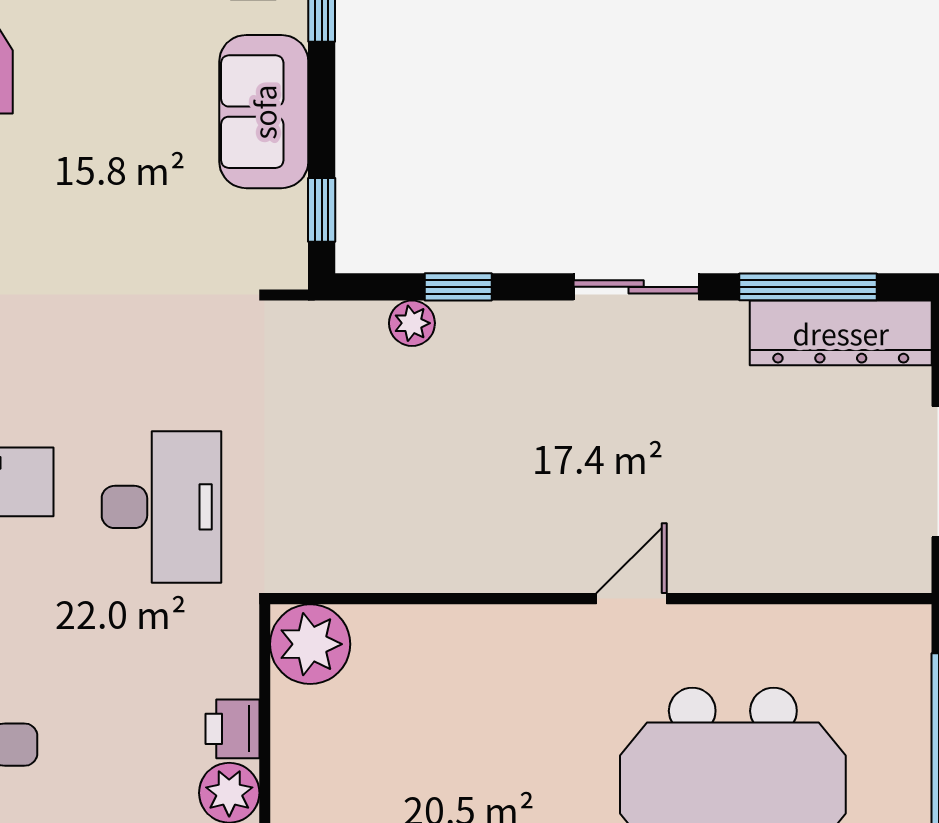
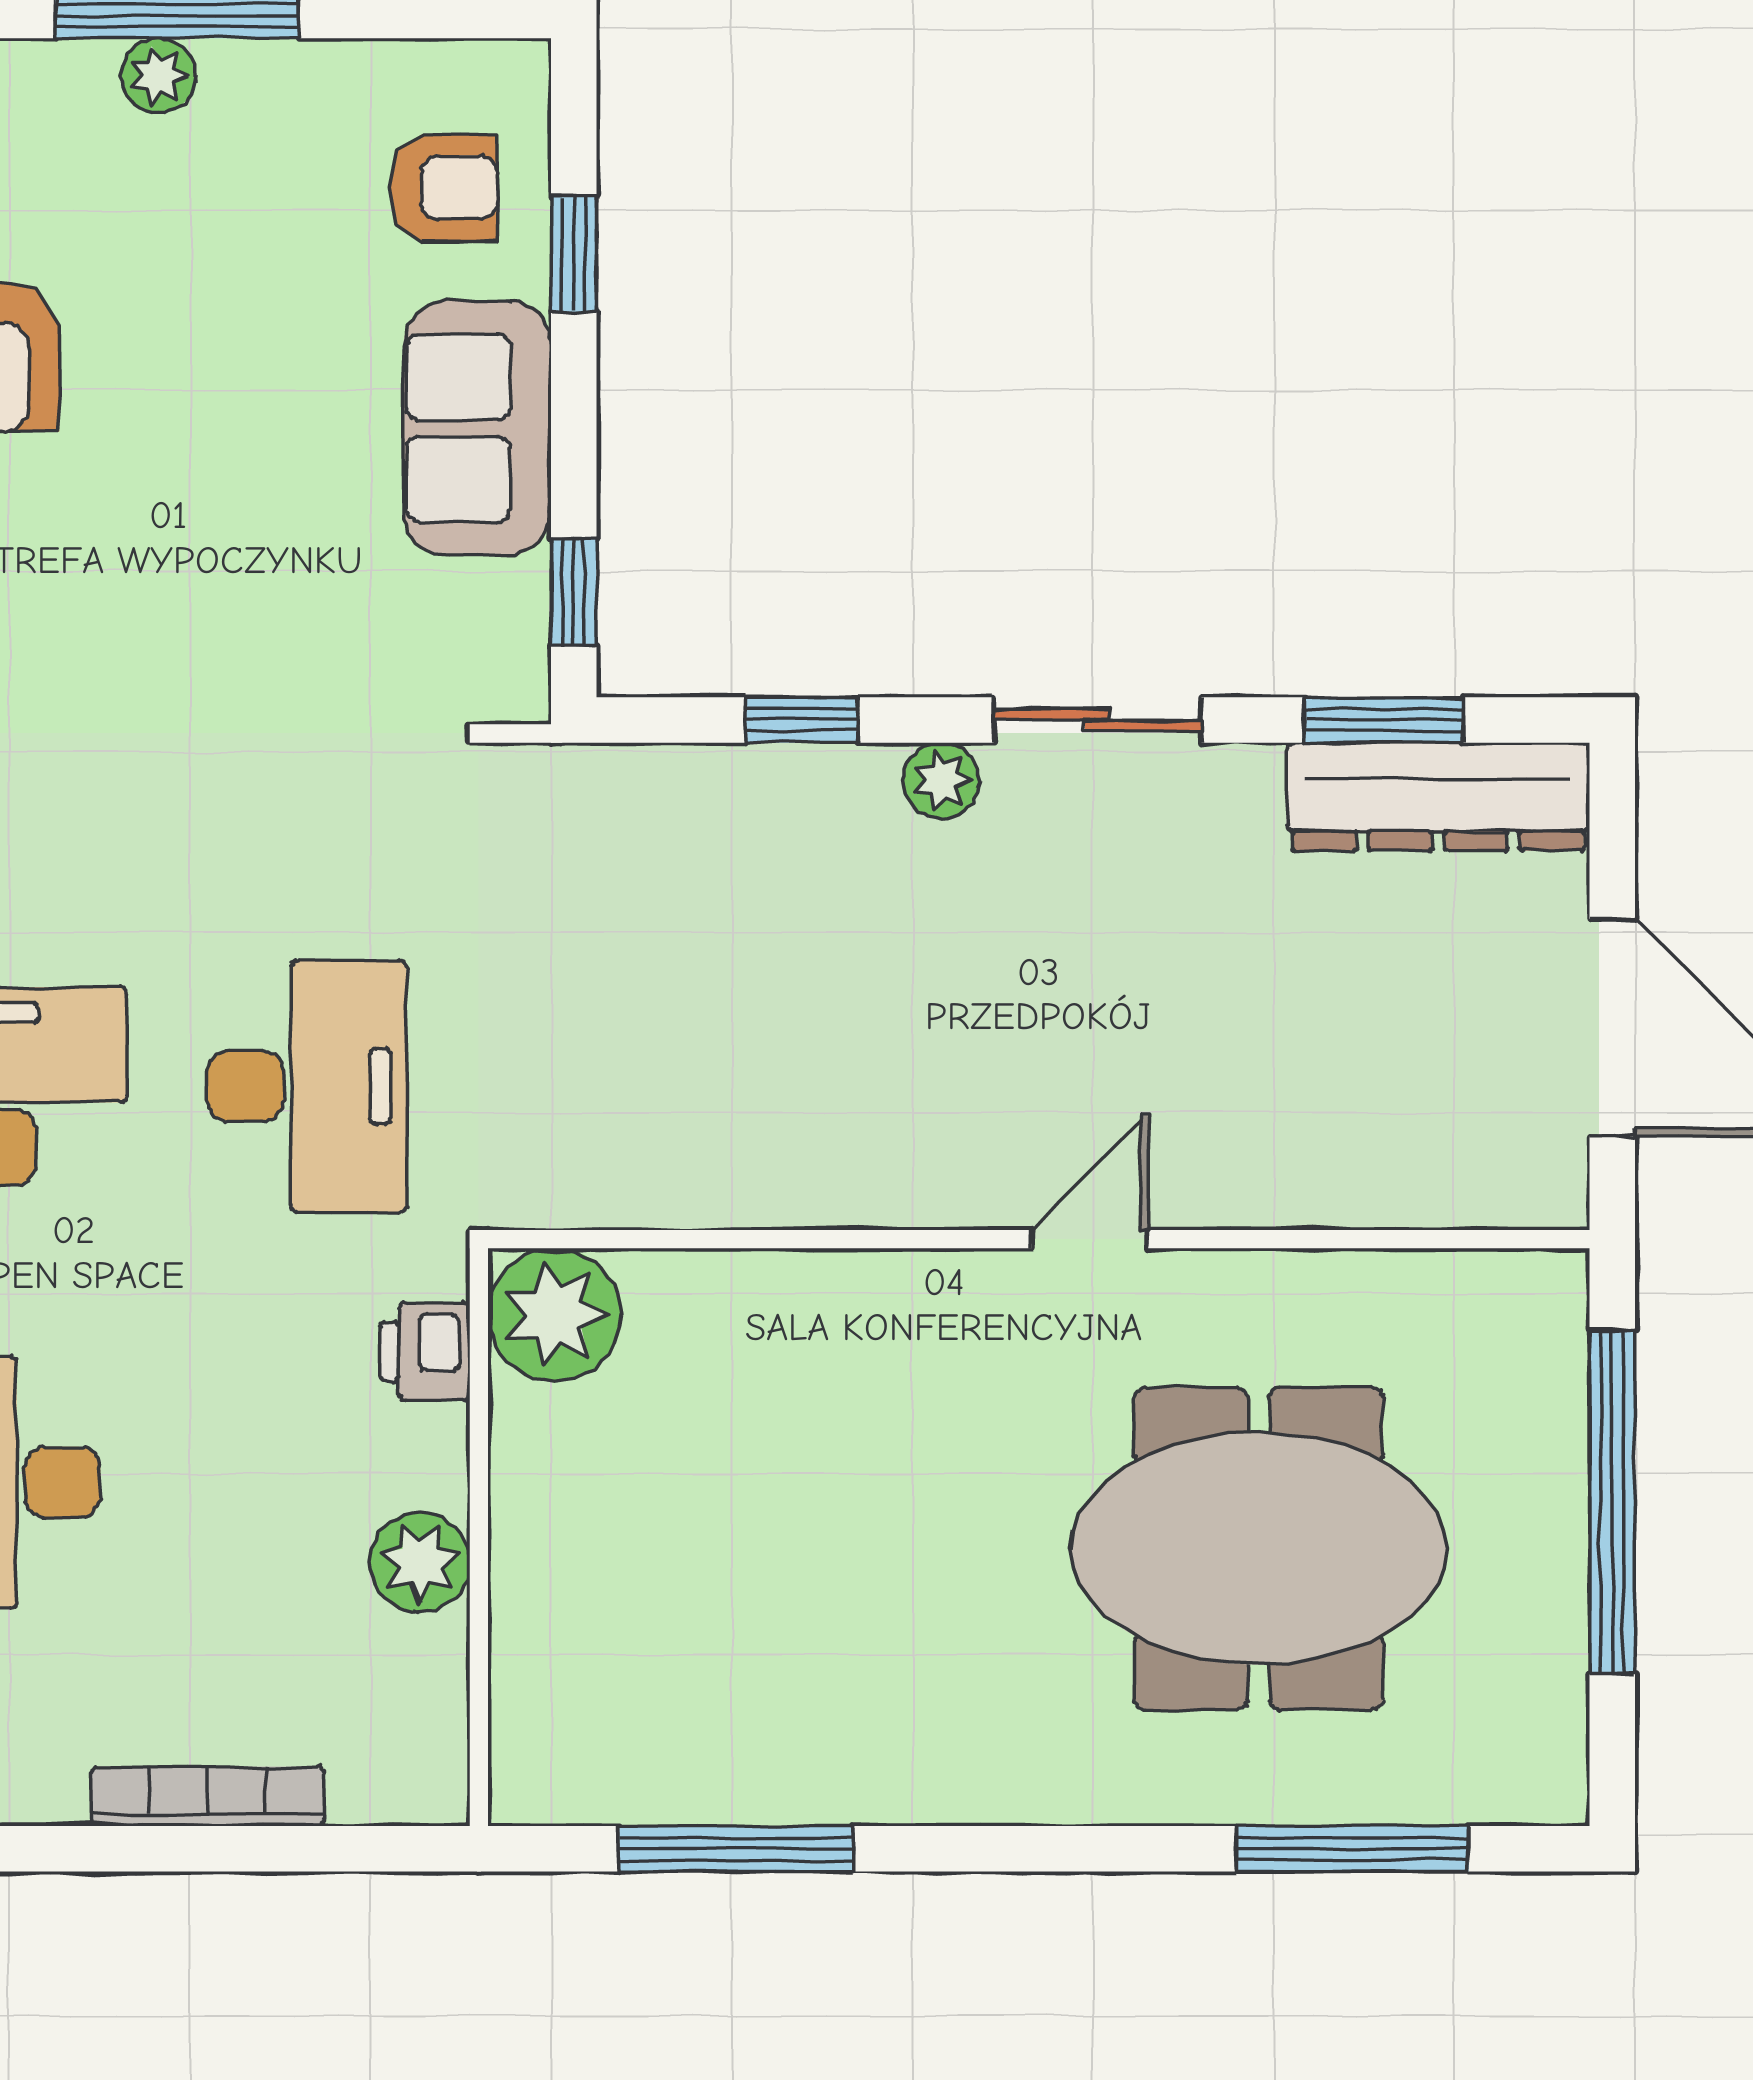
window: (808, 287) -> (1384, 720), width x0.69
plant: (412, 323) -> (942, 781), moved
printer: (233, 729) -> (425, 1351), moved

